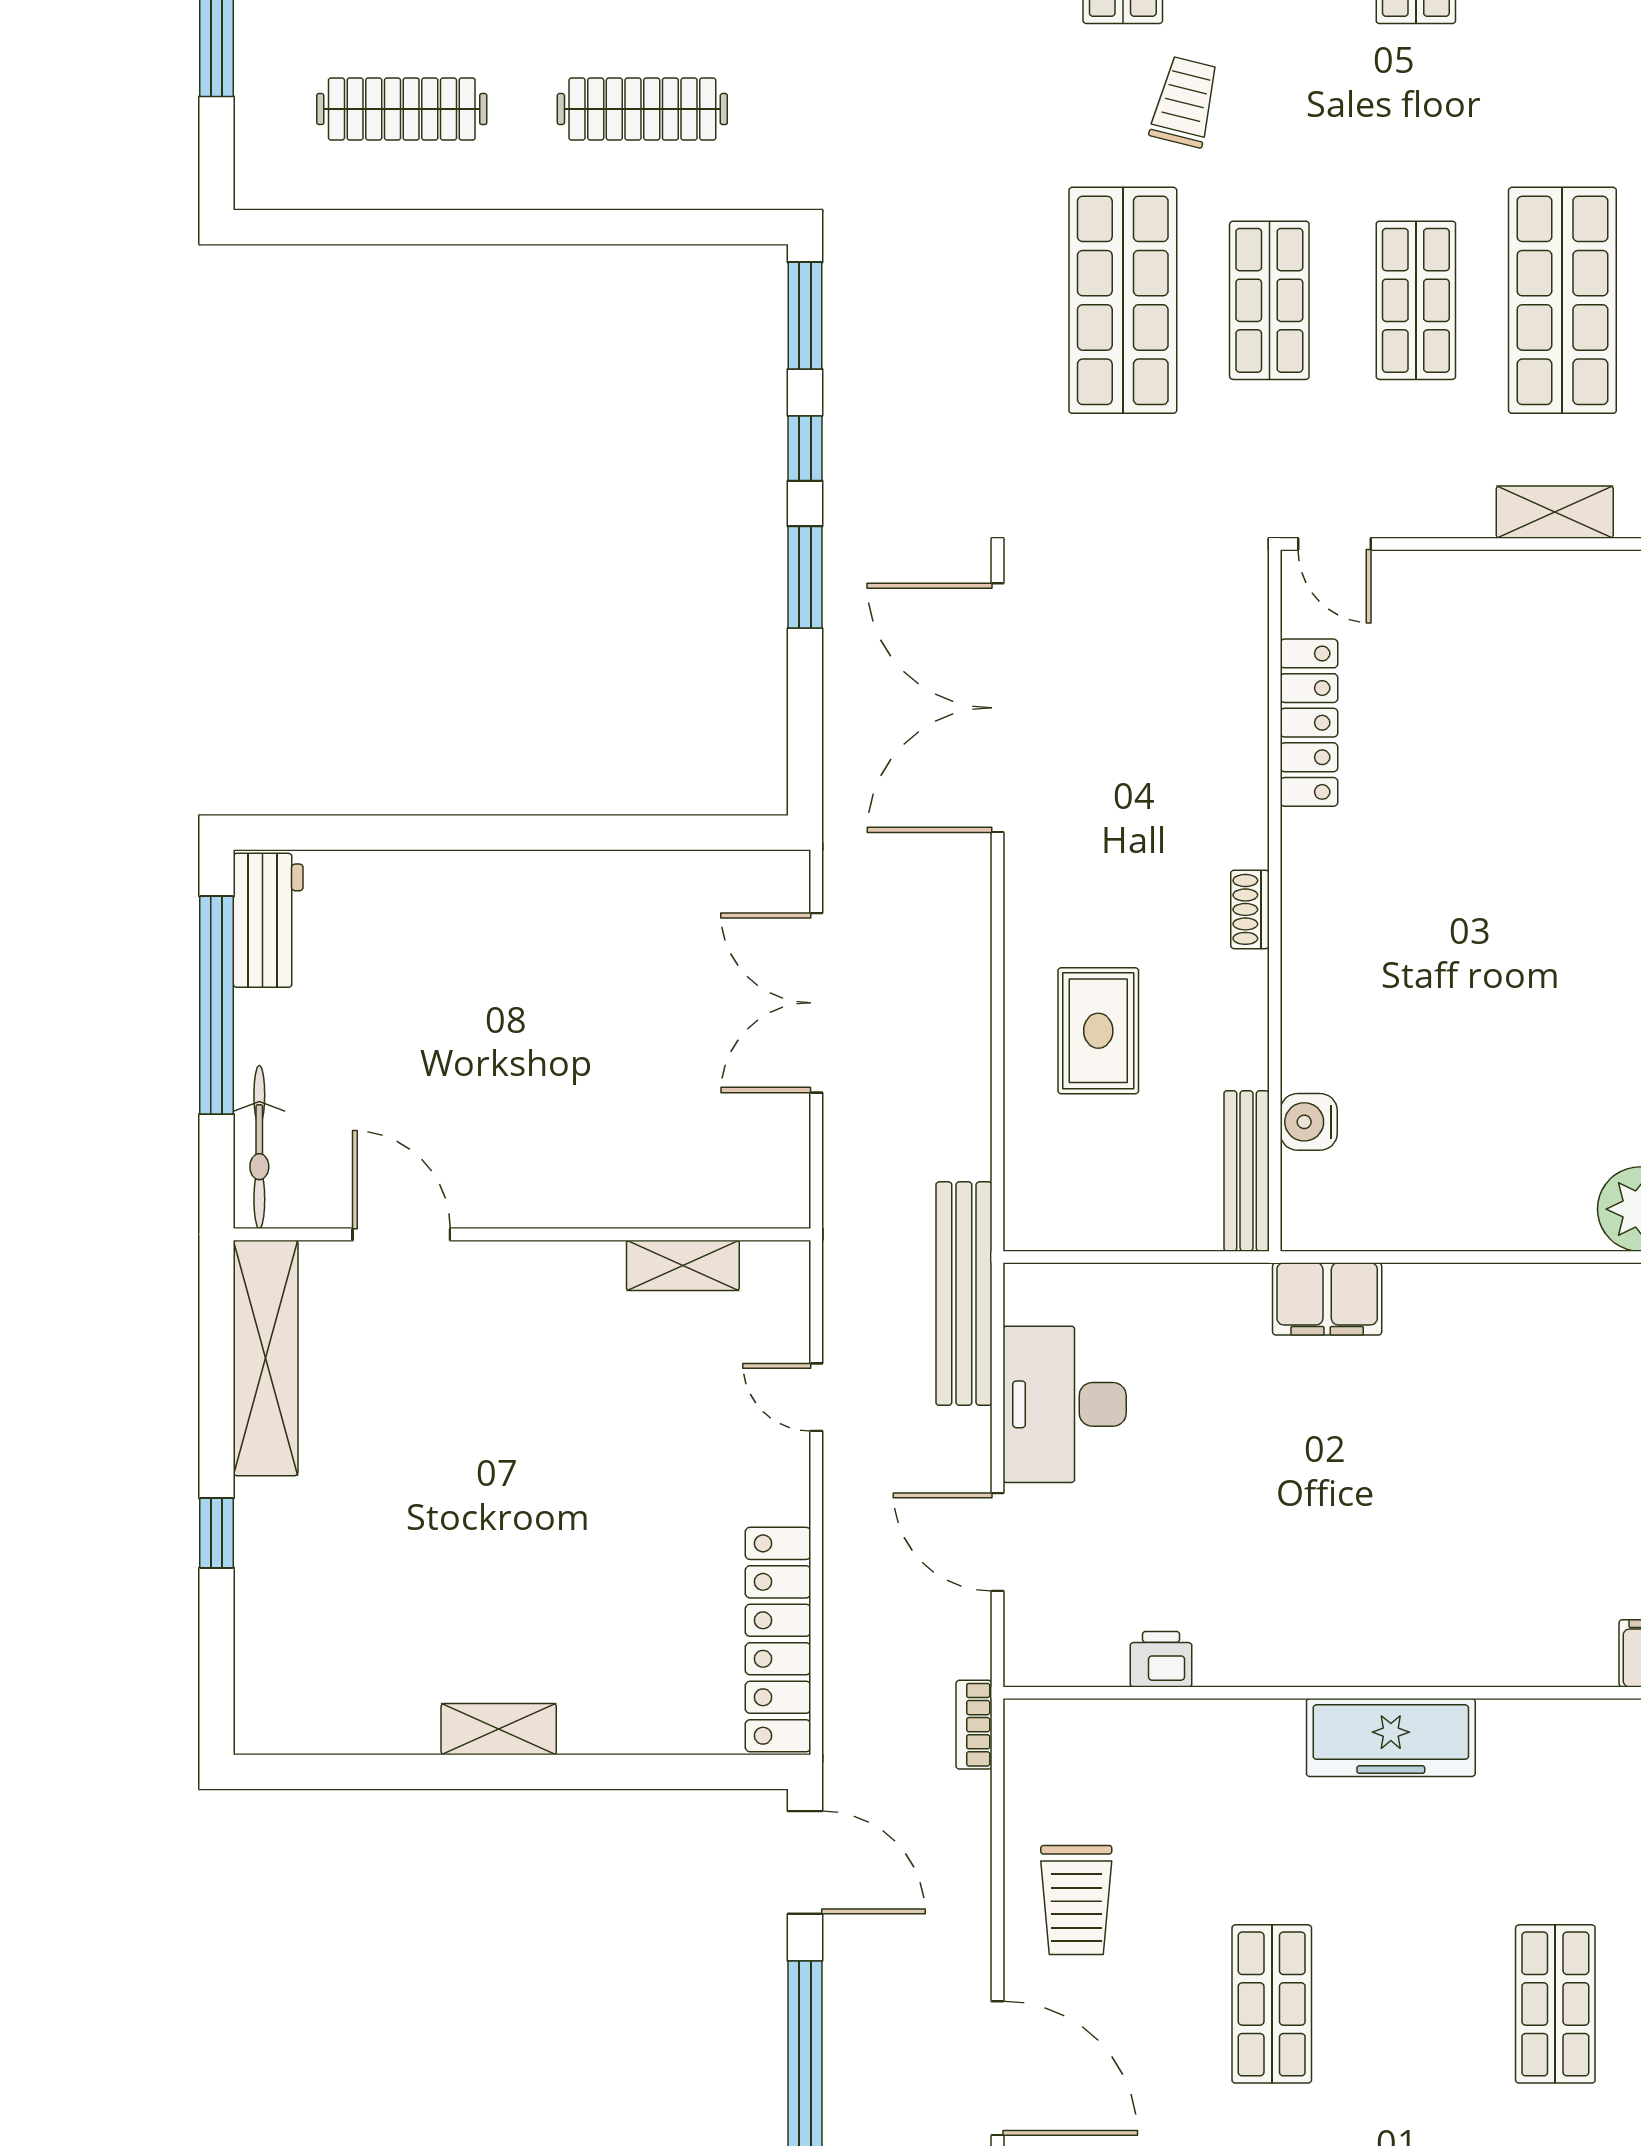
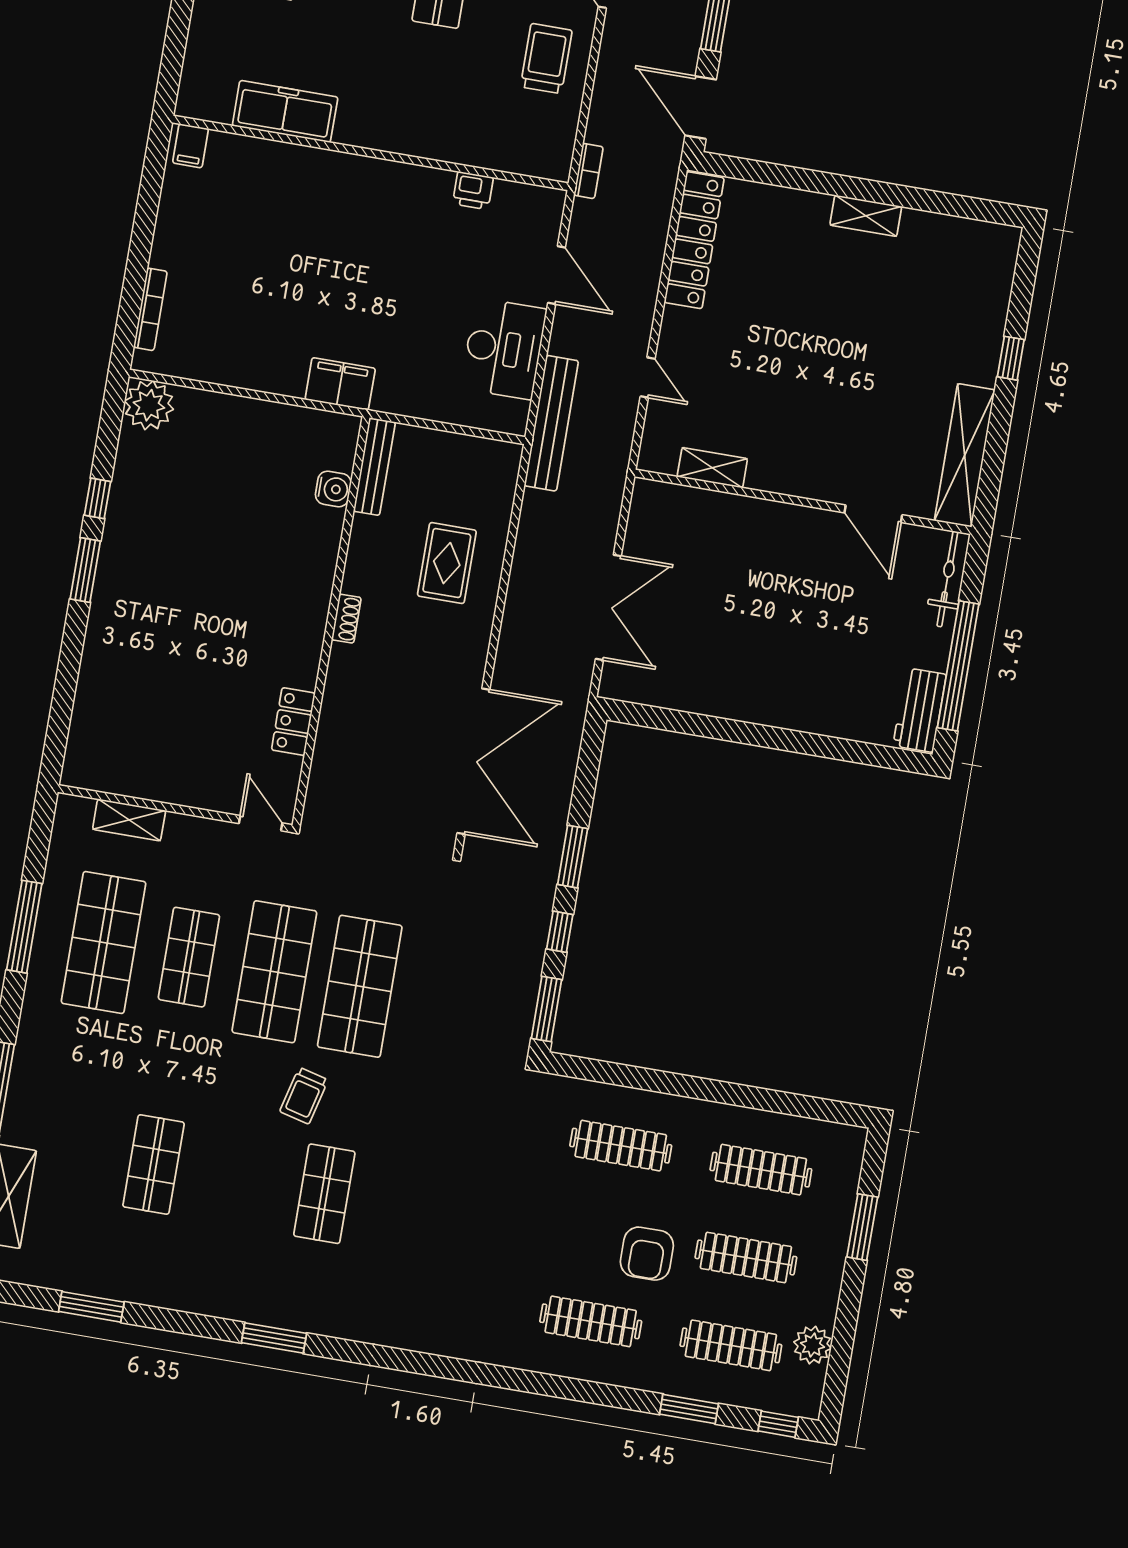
shop shelf: (1269, 300) -> (274, 972), width x1.43, depth x1.36
locker: (1309, 723) -> (293, 722), width x0.66
freezer: (1391, 1738) -> (285, 111), moved

